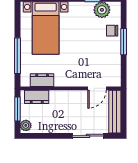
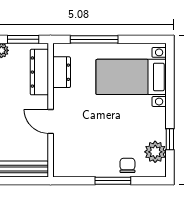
door: (97, 88) -> (51, 121), moved
dresser: (37, 97) -> (39, 72), width x1.44

